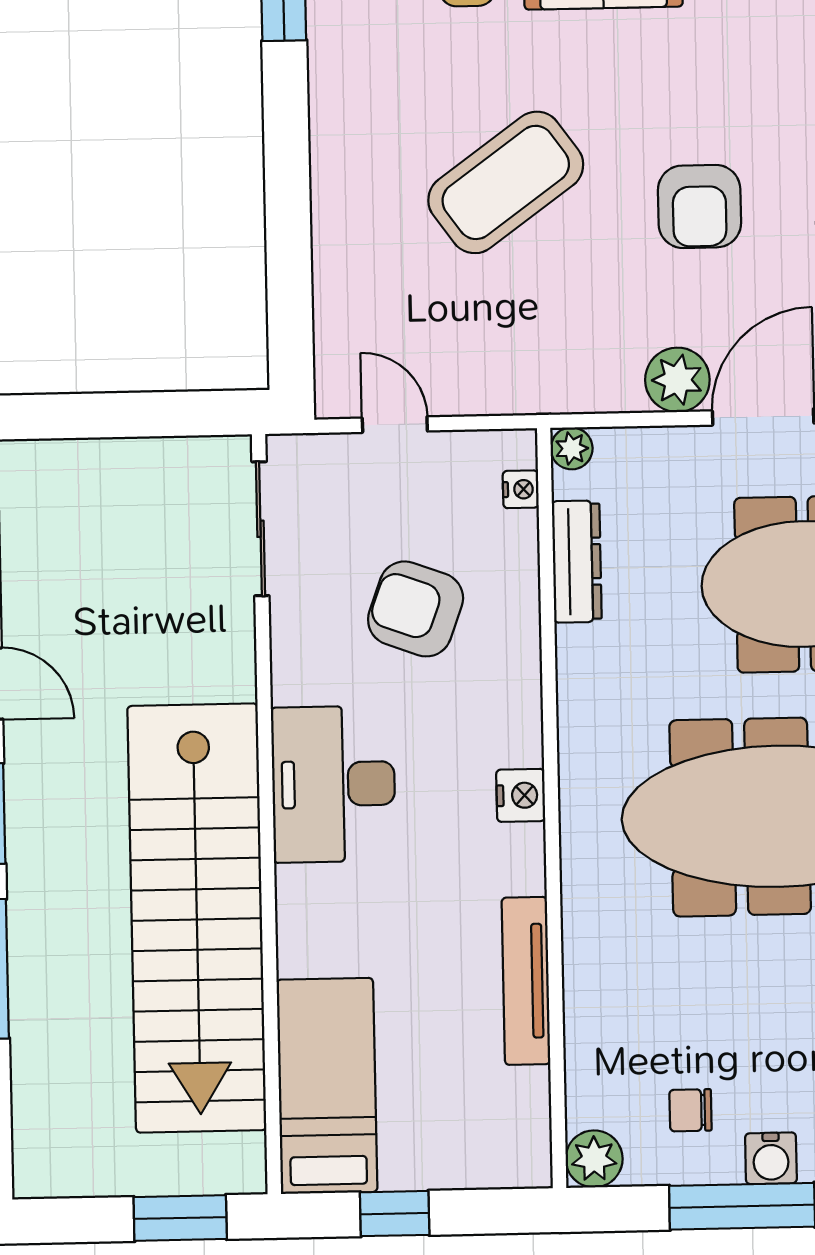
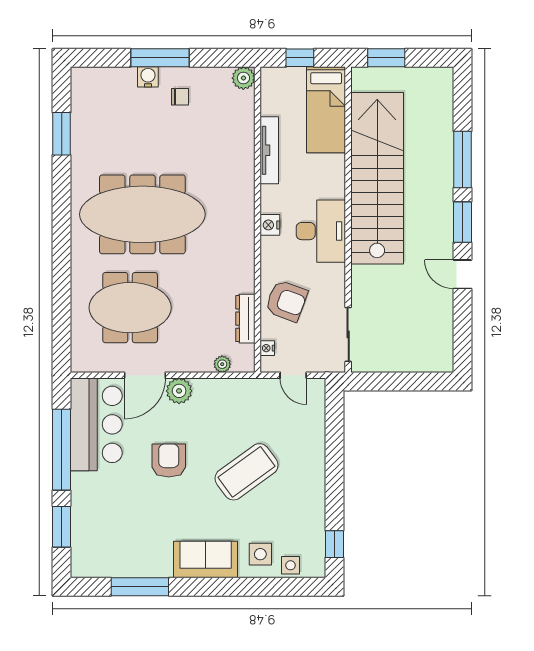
nightstand: (521, 489) -> (267, 348), moved
dresser: (577, 562) -> (245, 319), moved
nightstand: (521, 795) -> (270, 225), moved
wall: (552, 808) -> (258, 220), moved
tv unit: (526, 981) -> (269, 150), moved
plant: (594, 1159) -> (243, 78), moved

